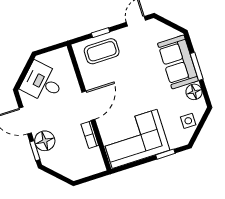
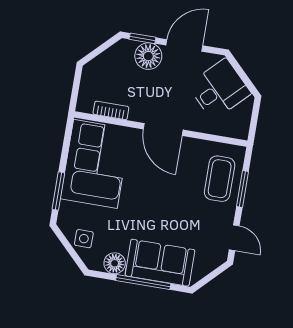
window: (101, 33) -> (242, 189), width x1.50
window: (197, 66) -> (143, 282), width x1.44
bookcase: (90, 135) -> (111, 110), moved
window: (165, 154) -> (58, 191), width x1.50

